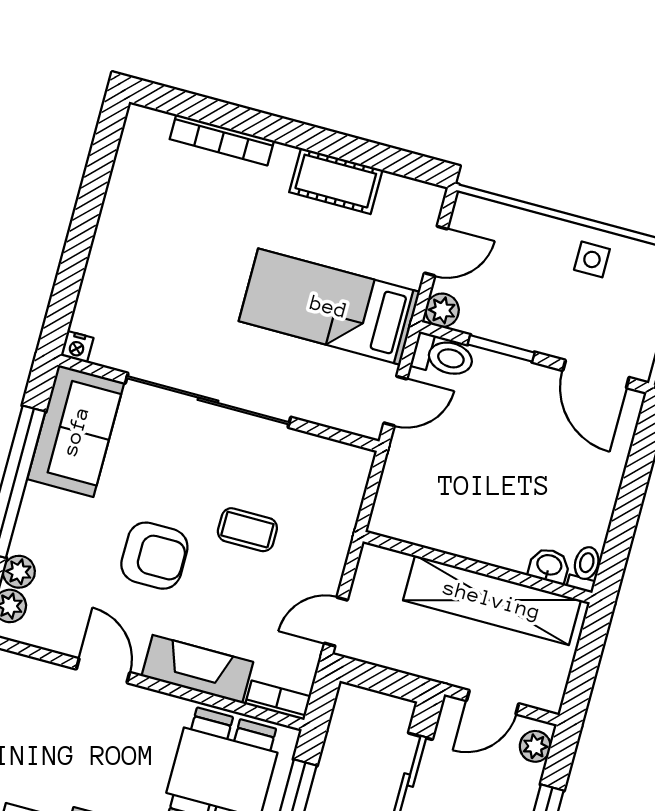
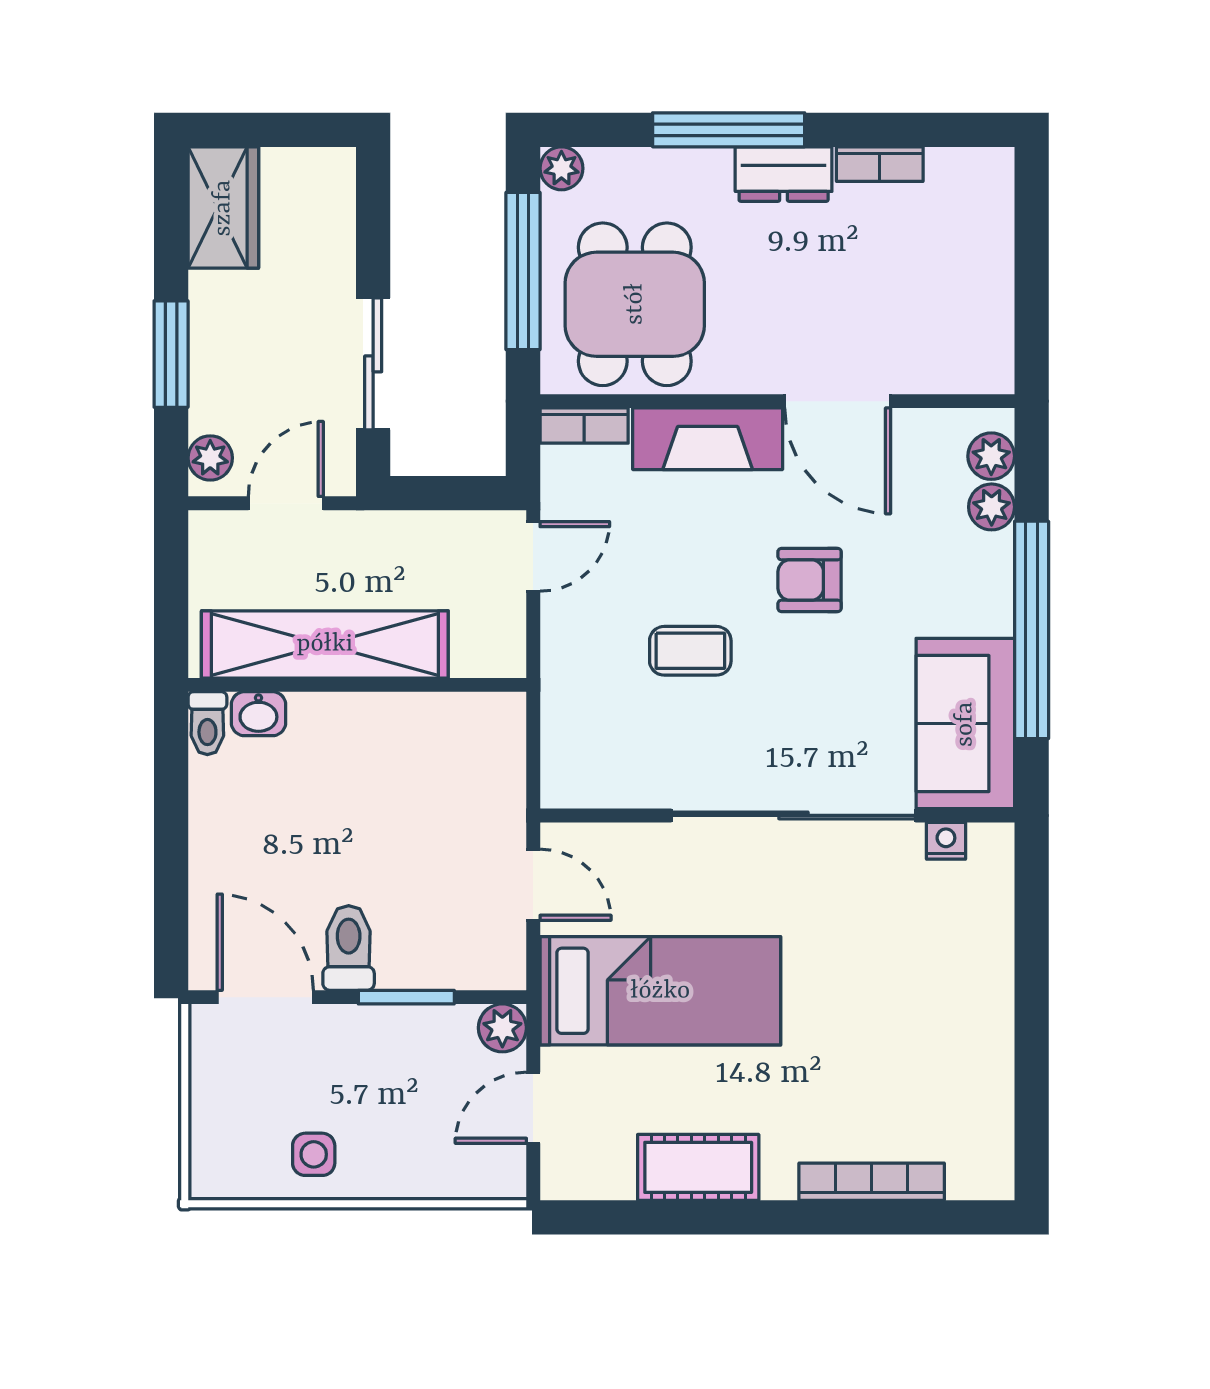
nightstand: (77, 347) -> (946, 841), moved
toilet: (443, 356) -> (349, 948), moved, turned 90
door: (395, 401) -> (533, 885), swing flipped
armchair: (154, 556) -> (810, 580), width x0.72, depth x0.72
door: (103, 671) -> (838, 401), width x1.38

